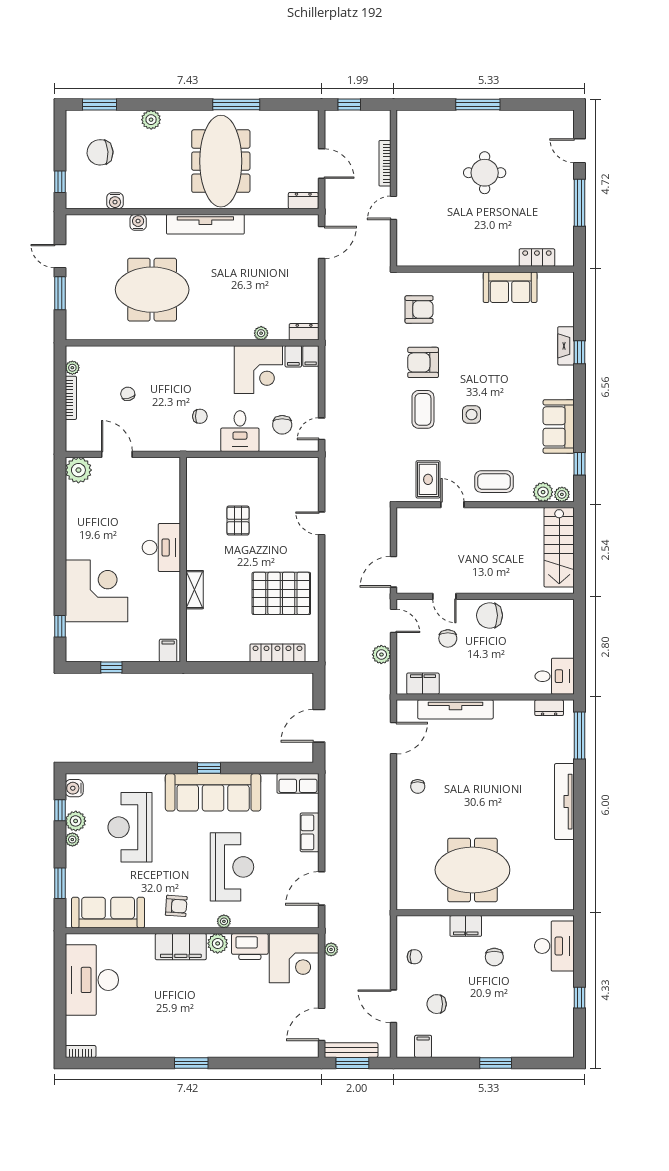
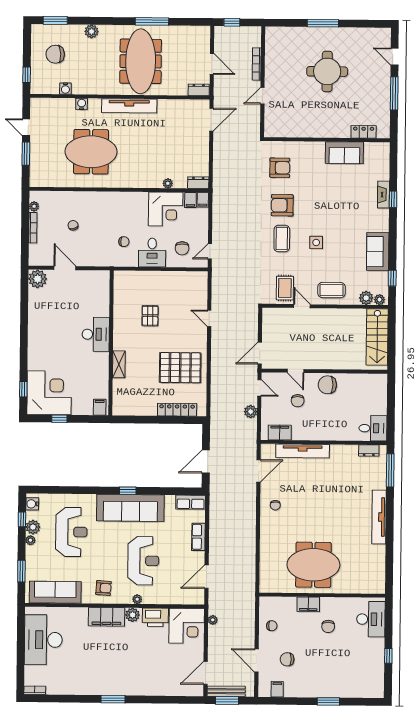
round table: (485, 173) -> (327, 71), width x1.36, depth x1.36
corner desk: (96, 591) -> (49, 393), moved
reception desk: (130, 827) -> (71, 532), turned 180

